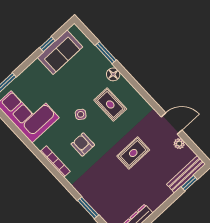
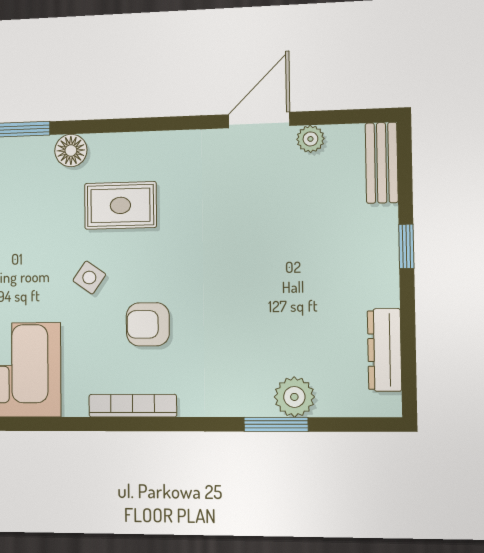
rug: (133, 153) -> (249, 243), removed
bench: (186, 174) -> (382, 163), width x0.73
window: (189, 183) -> (406, 246), moved
plant: (101, 206) -> (294, 397), added

